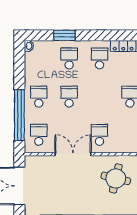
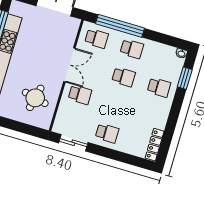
window: (64, 35) -> (185, 78), moved
school desk: (100, 58) -> (151, 115), removed

